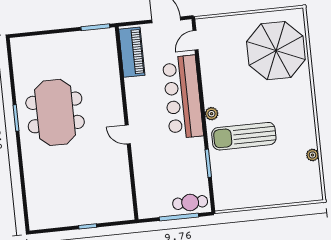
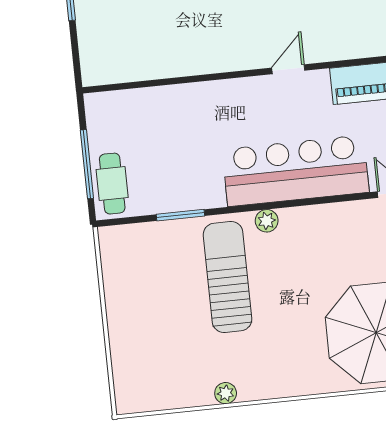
door: (128, 134) -> (288, 69), moved
plant: (312, 155) -> (226, 393), moved

